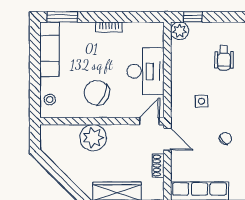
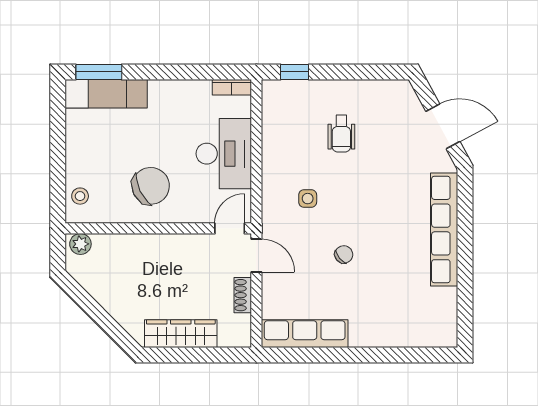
bookcase: (109, 27) -> (232, 87), moved
plant: (180, 31) -> (275, 93), removed
exam couch: (49, 49) -> (106, 94), moved, turned 90
chair: (97, 93) -> (151, 186), turned 130
plant: (93, 138) -> (80, 244), moved, width x0.53, depth x0.53

